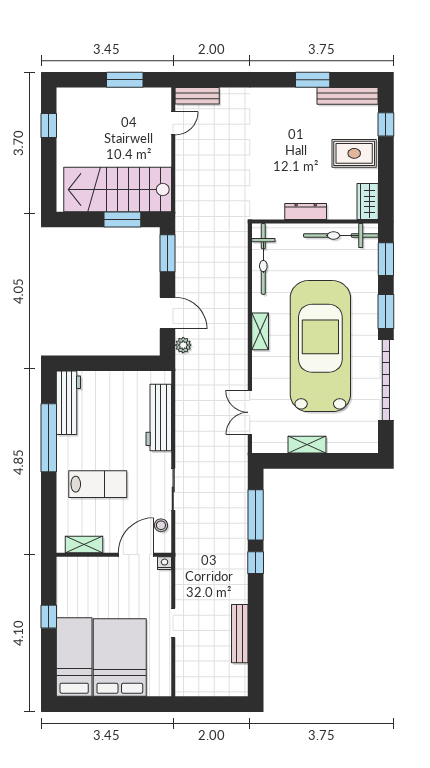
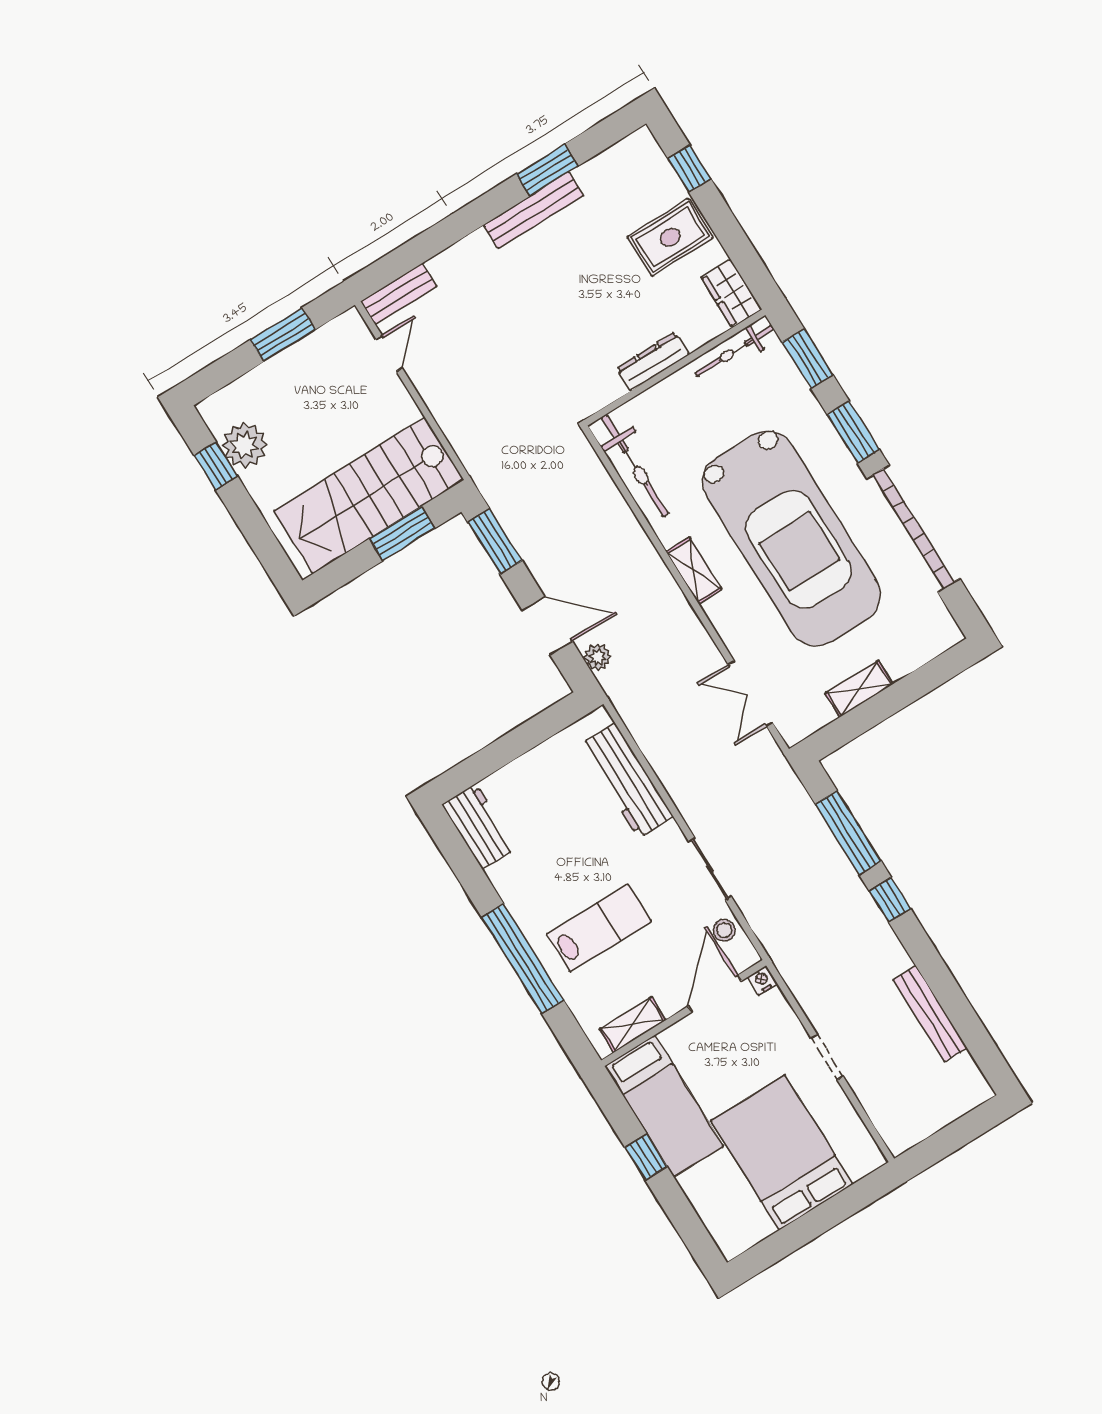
bench: (347, 96) -> (534, 210), moved
plant: (70, 124) -> (244, 445), added
bicycle: (341, 235) -> (735, 351), width x0.73, depth x0.71
car: (320, 346) -> (792, 538), turned 180
workbench: (68, 403) -> (479, 827), width x0.73
window: (49, 438) -> (523, 959), moved
bed: (74, 657) -> (664, 1106), moved, turned 180

